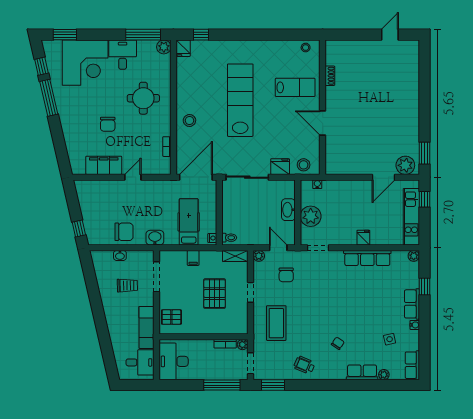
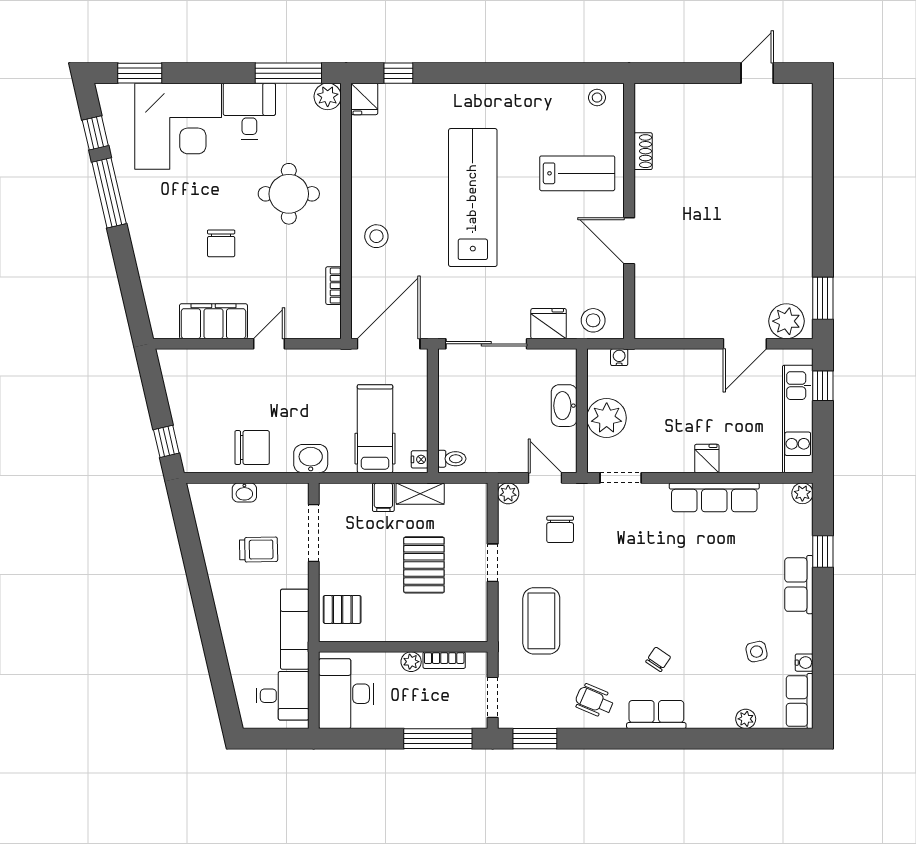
shelving: (235, 256) -> (420, 494), moved
water cooler: (415, 325) -> (804, 663), moved
plant: (243, 345) -> (411, 662), moved
row of seats: (362, 372) -> (656, 715), moved

